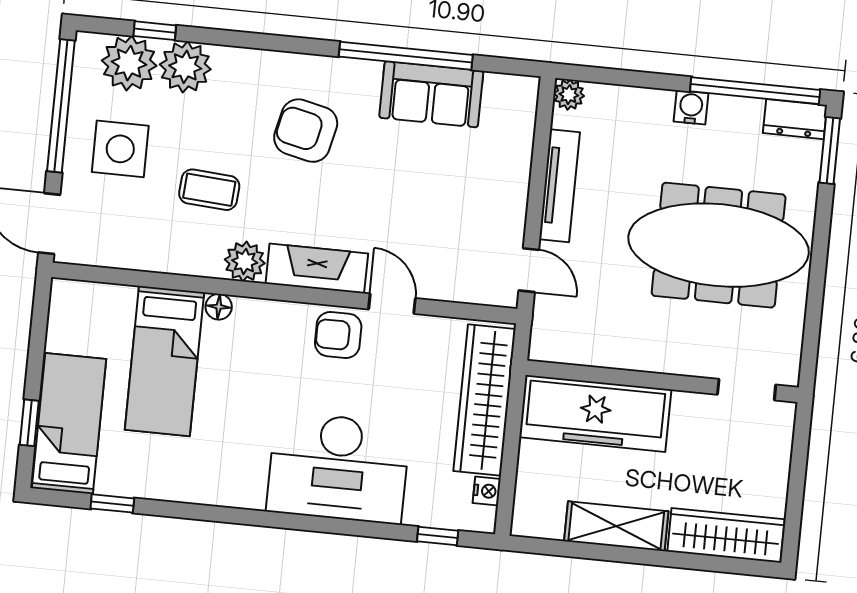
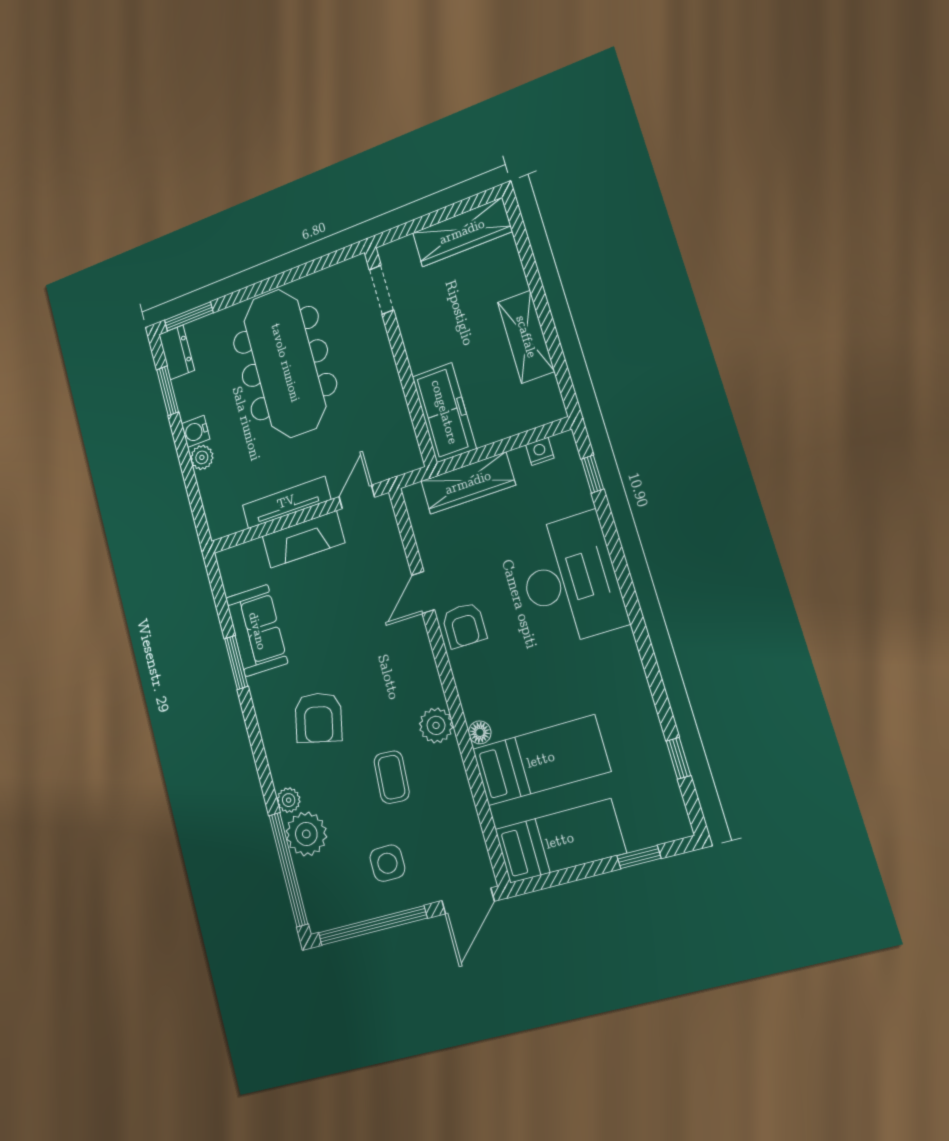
window: (155, 31) -> (288, 869), width x3.17
window: (406, 56) -> (236, 662), width x0.47
plant: (129, 63) -> (289, 800), moved, width x0.53, depth x0.53
window: (755, 91) -> (168, 391), width x0.47
plant: (569, 95) -> (202, 457), moved
side table: (120, 149) -> (387, 863), width x0.73, depth x0.73
fireplace: (317, 269) -> (303, 539), moved, turned -90
wardrobe: (485, 400) -> (468, 483), width x0.71, depth x0.85
freezer: (595, 413) -> (444, 412), width x0.73, depth x0.79
bed: (69, 424) -> (560, 841), moved, turned 180
wardrobe: (726, 535) -> (462, 232), moved, turned -90

